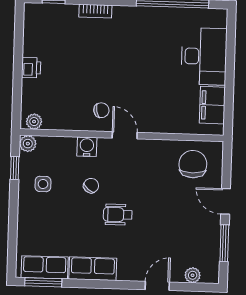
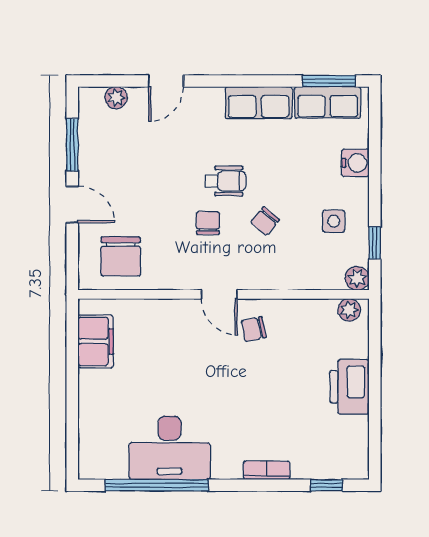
desk: (204, 56) -> (170, 448), moved, turned -90
printer: (31, 68) -> (349, 387), width x1.87, depth x1.48
water cooler: (87, 147) -> (355, 163), moved, turned -90
chair: (131, 186) -> (208, 223), added

